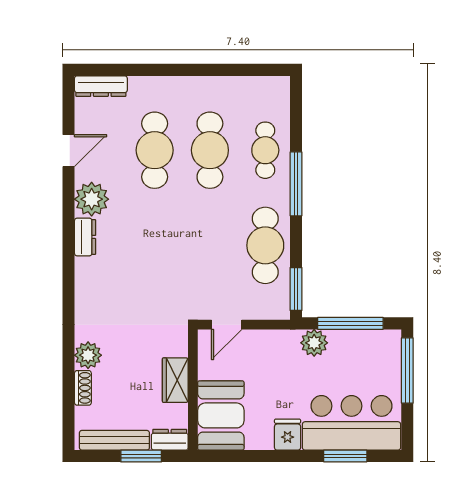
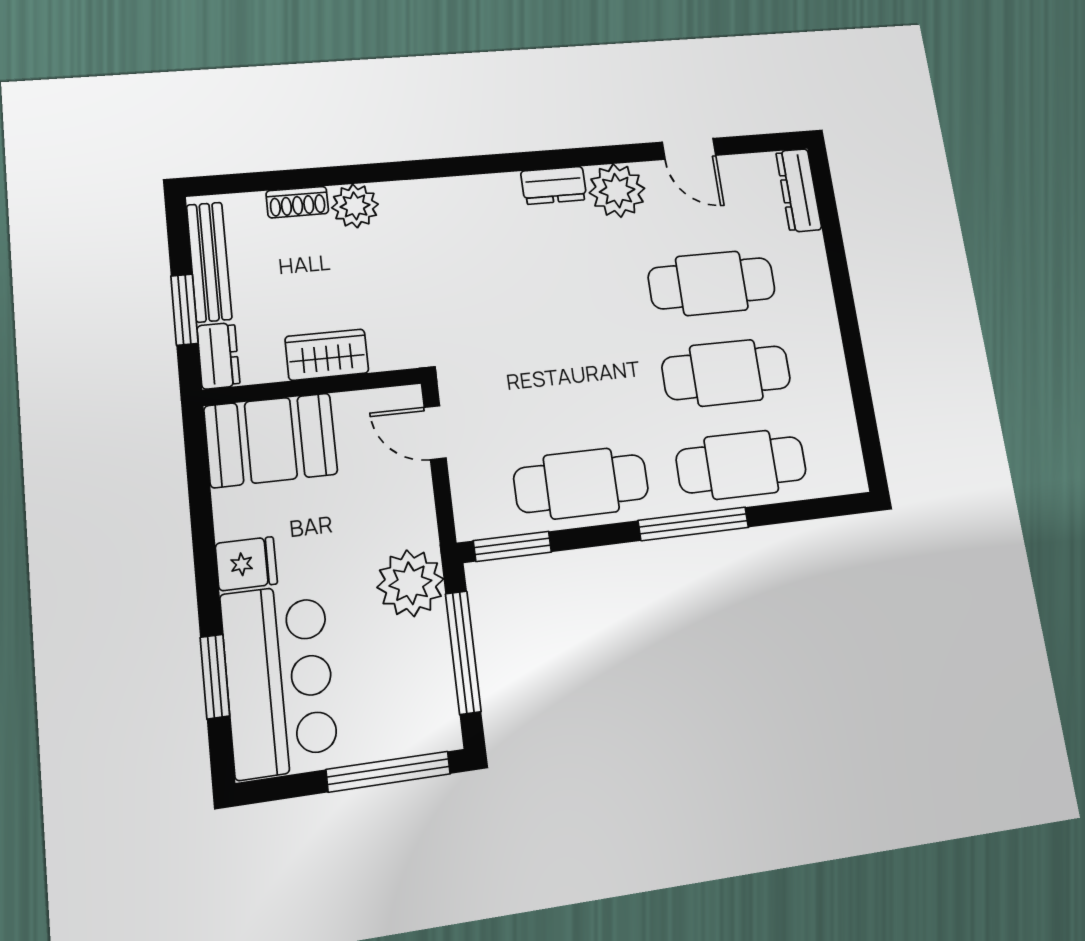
cafe table: (265, 150) -> (741, 465), width x1.37, depth x1.35
plant: (314, 343) -> (410, 583), width x1.36, depth x1.36

